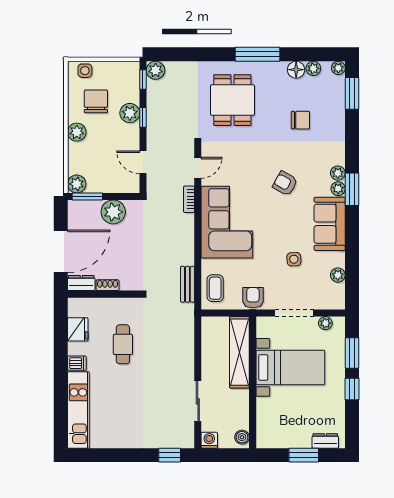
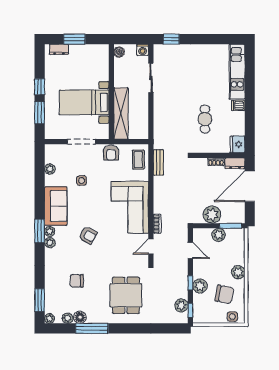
window: (257, 54) -> (92, 328), moved
plant: (156, 70) -> (181, 305), moved
chair: (96, 101) -> (224, 294), turned -79
plant: (77, 184) -> (219, 235), moved
plant: (325, 323) -> (59, 134), removed
fridge: (78, 329) -> (238, 144), moved

